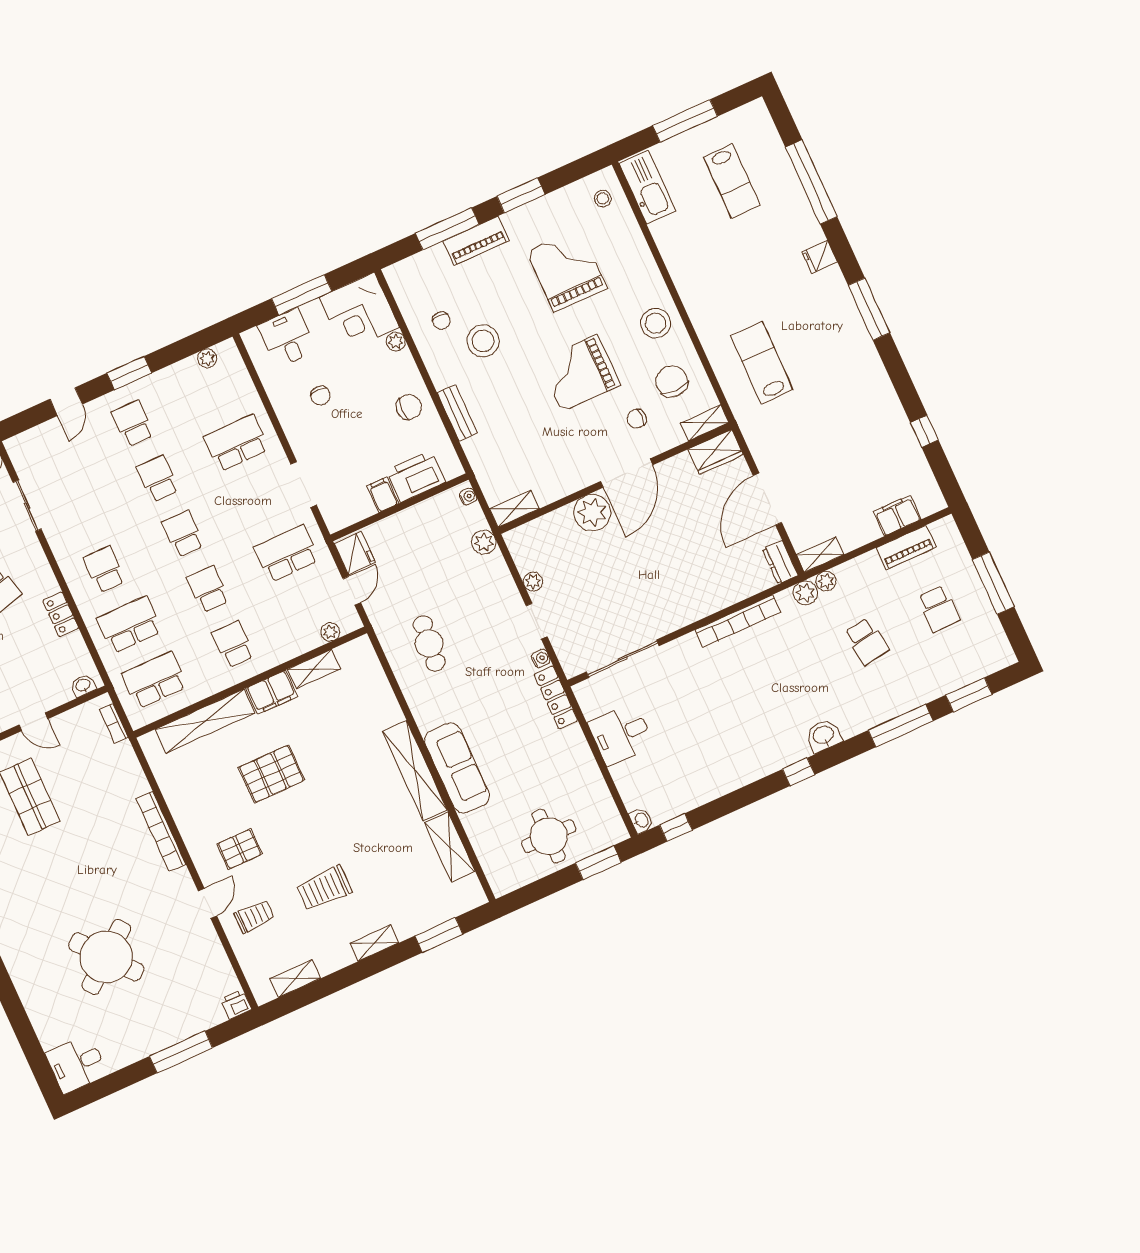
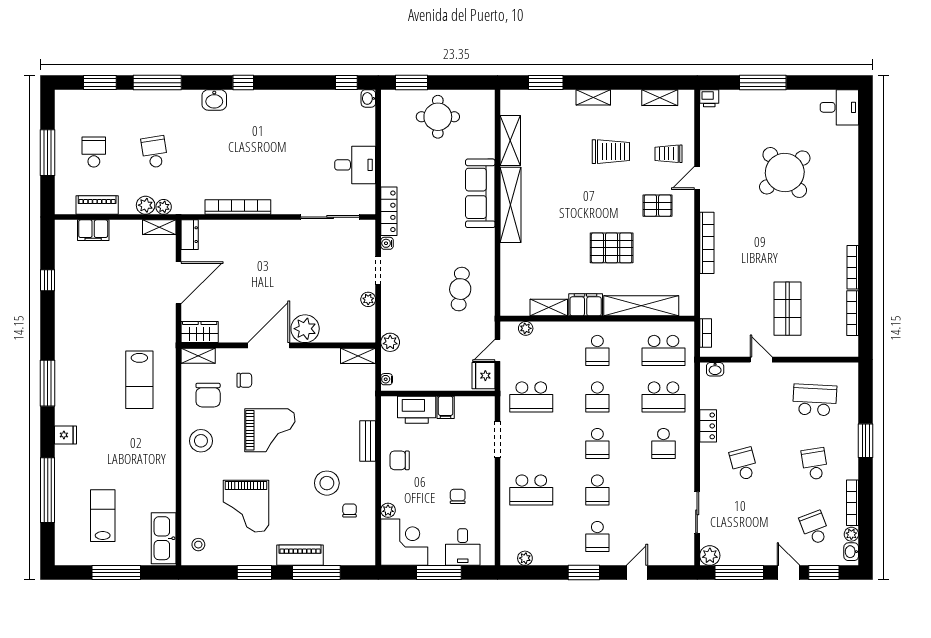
plant: (805, 593) -> (146, 205), moved

